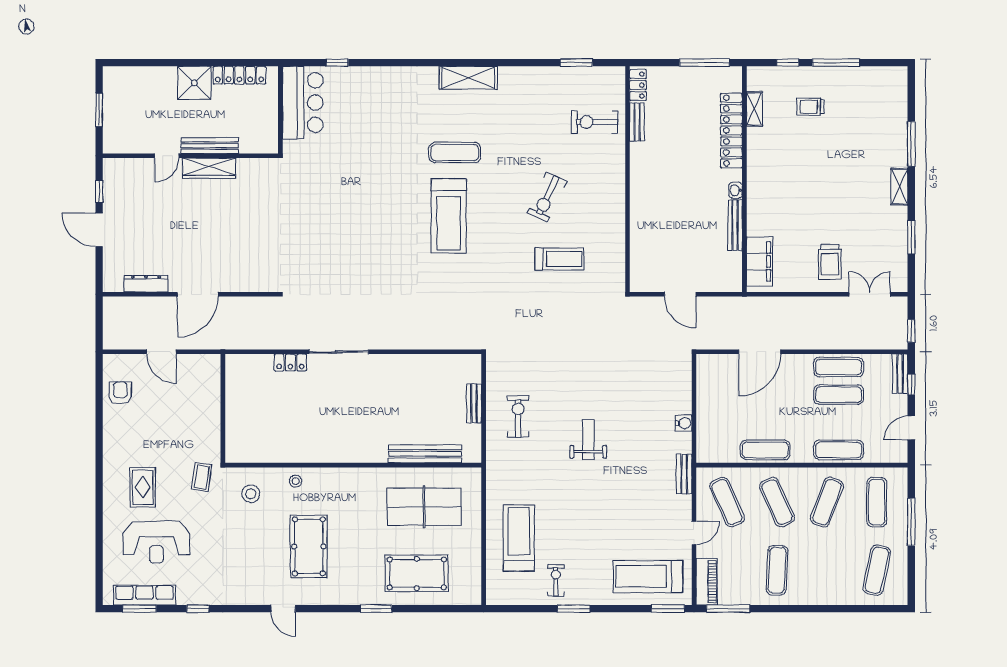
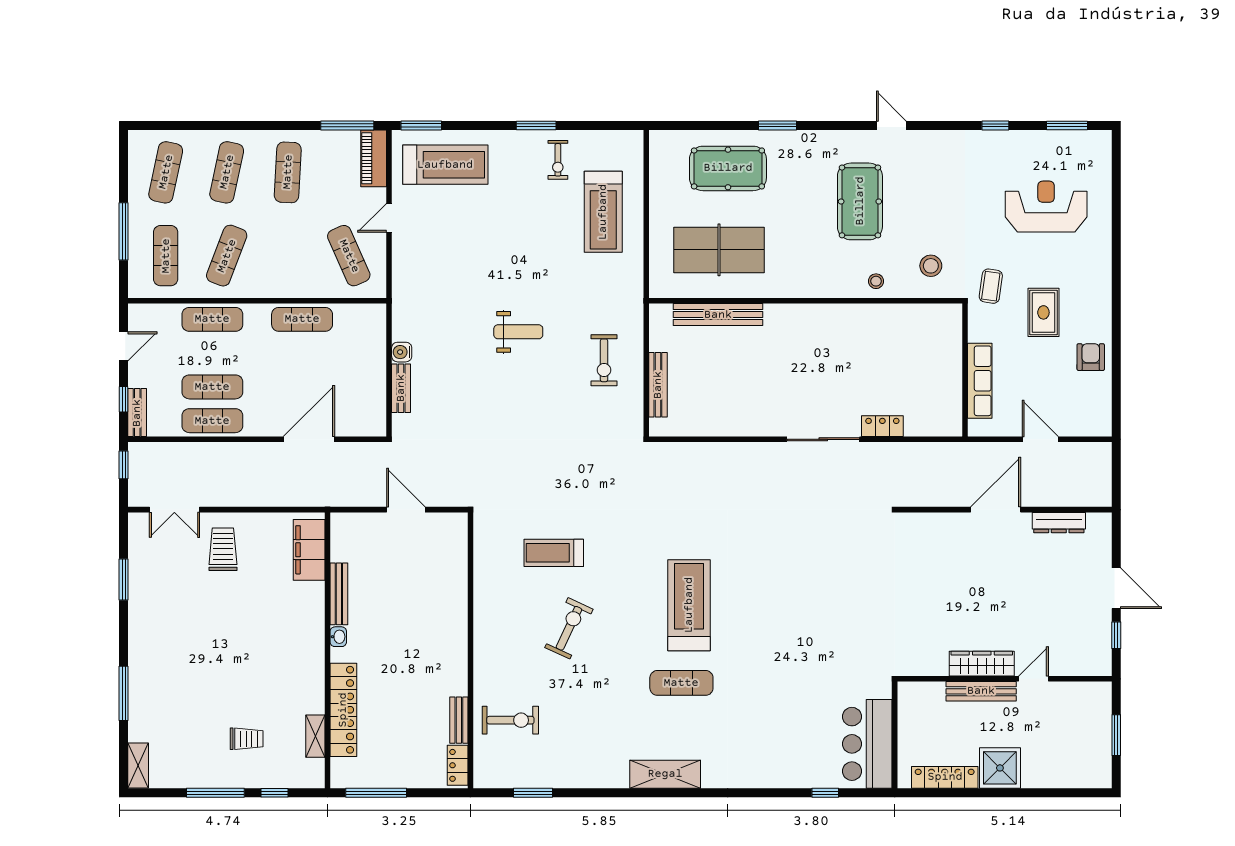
shelving: (899, 187) -> (138, 766), moved
armchair: (120, 393) -> (1091, 357), moved, turned 180
bench: (474, 403) -> (658, 385), width x1.36
weight bench: (588, 440) -> (518, 332), turned -90
bench: (684, 474) -> (401, 388), moved
rug: (143, 487) -> (1043, 312), moved
exercise mat: (777, 502) -> (227, 172), moved, turned 36
row of seats: (144, 595) -> (980, 381), moved, turned -90

